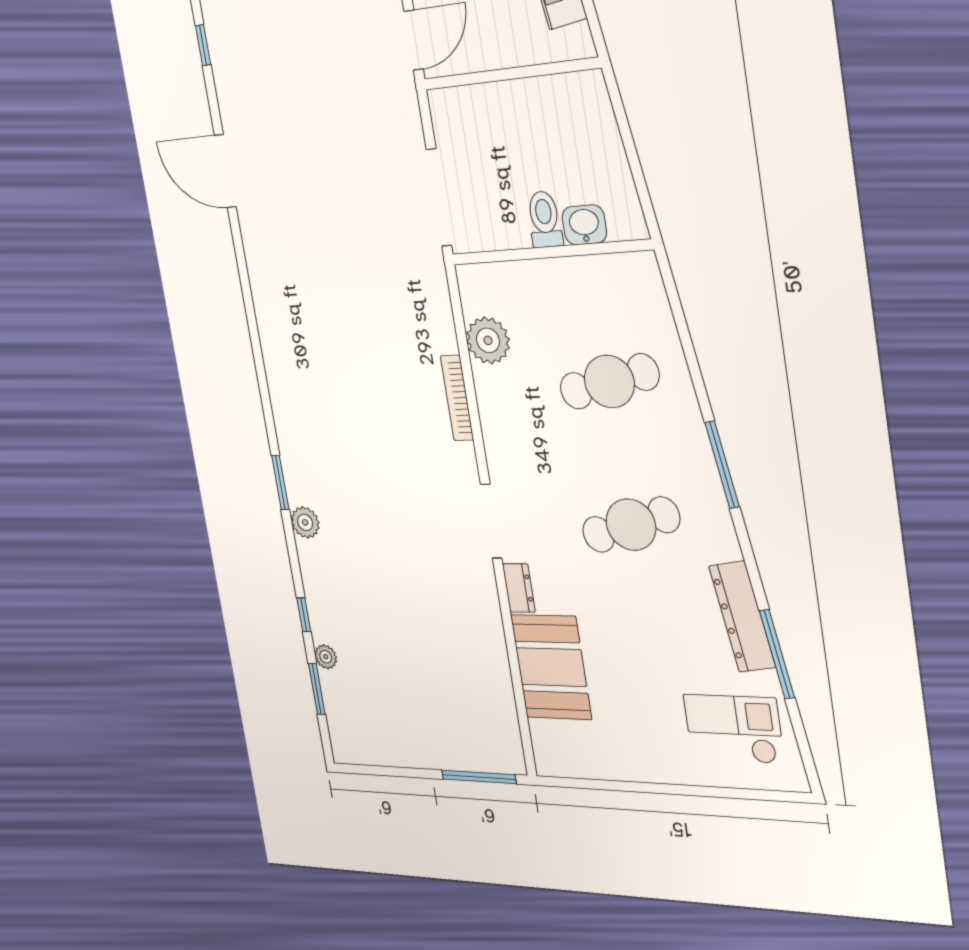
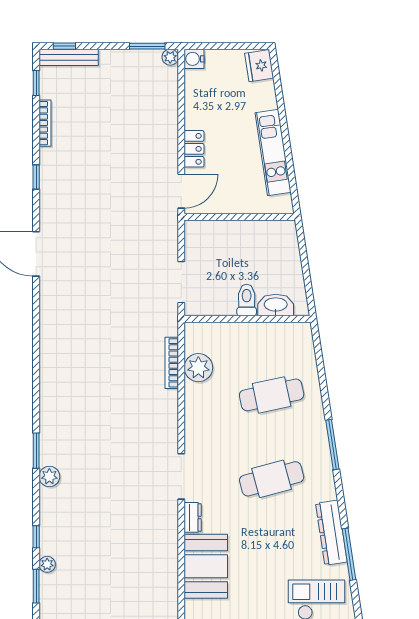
doorway: (439, 197) -> (181, 282), width x0.73
washbasin: (584, 225) -> (276, 305), width x1.38
bookcase: (457, 398) -> (172, 363), moved

